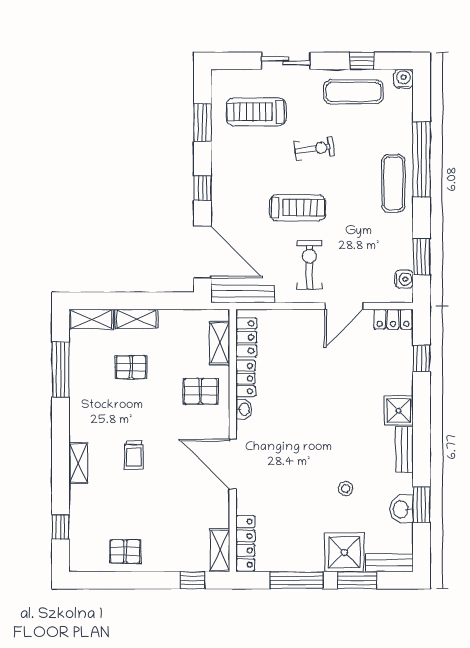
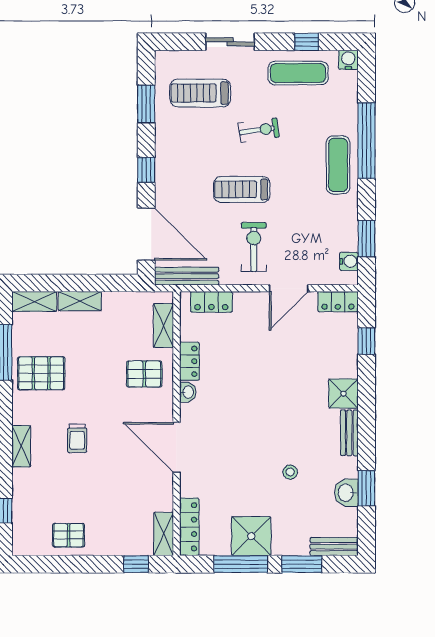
treadmill: (297, 208) -> (242, 189), turned 180
locker: (246, 337) -> (211, 302), moved, turned 90
pallet: (131, 367) -> (41, 373), moved, width x1.50, depth x1.42
shower: (344, 552) -> (251, 536), moved

